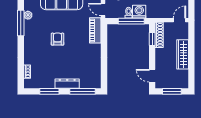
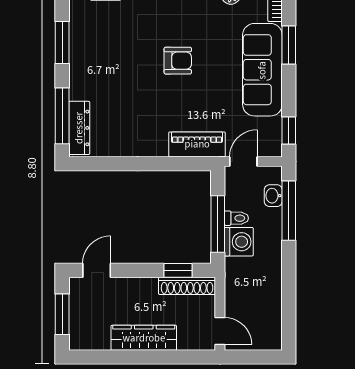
dresser: (67, 84) -> (79, 128), moved

